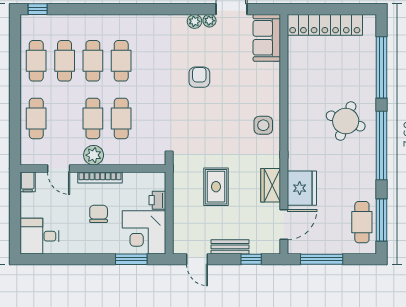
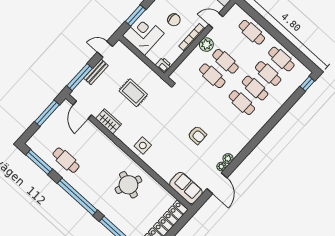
round table: (346, 121) -> (128, 185), moved
fridge: (302, 188) -> (93, 136), removed
printer: (157, 200) -> (163, 65), moved
cafe table: (362, 222) -> (66, 160), moved
window: (251, 259) -> (80, 77), width x2.17

